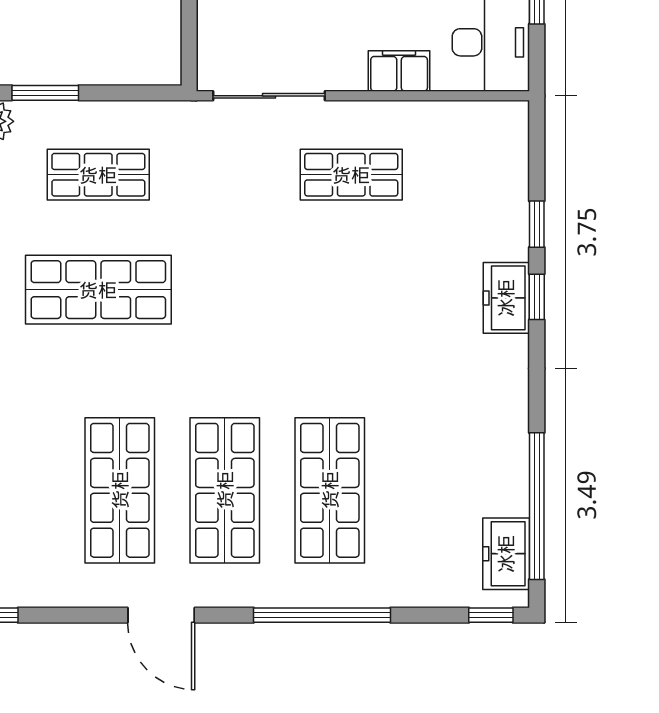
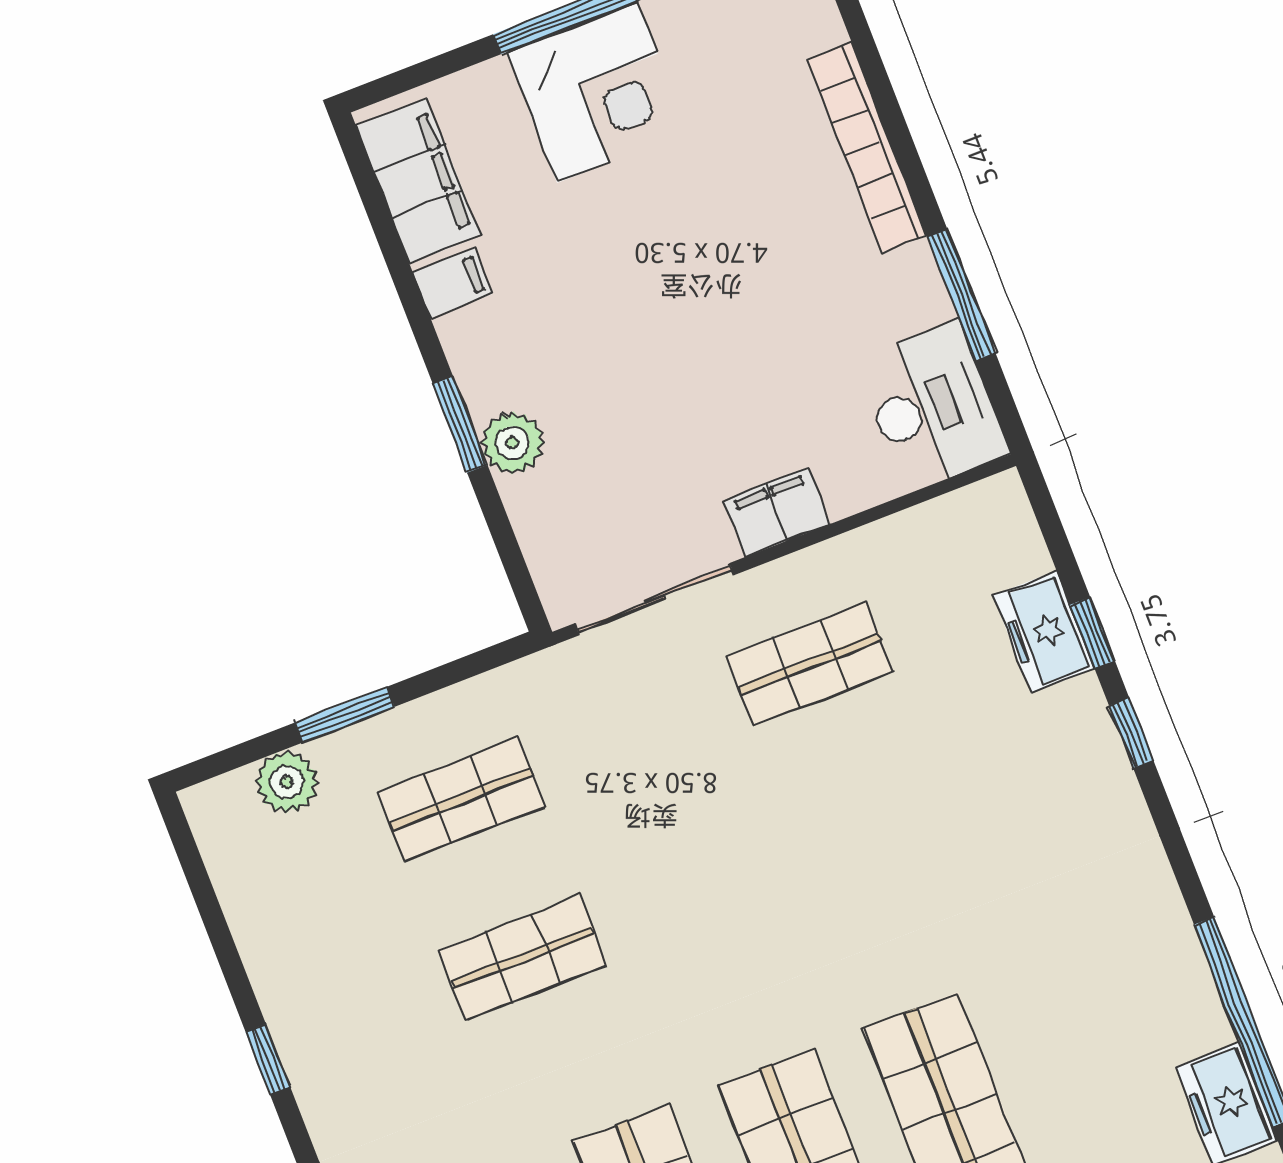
filing cabinet: (399, 71) -> (777, 512), moved
shop shelf: (98, 290) -> (523, 958), width x0.70, depth x0.74
freezer: (506, 298) -> (1044, 632), moved

